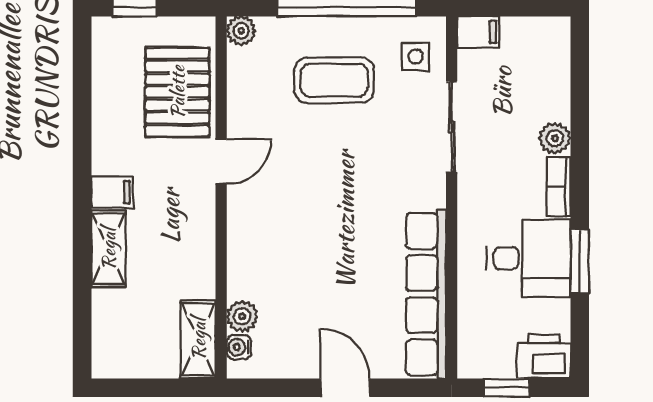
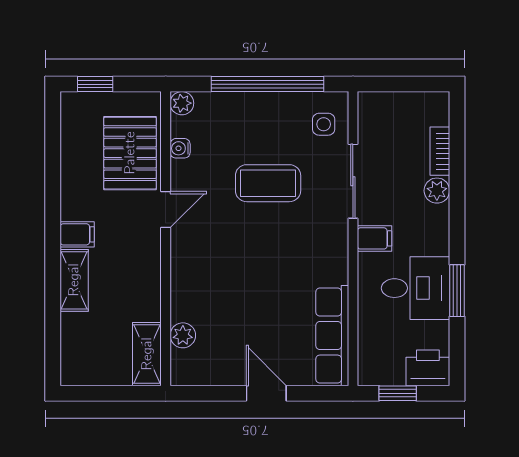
filing cabinet: (478, 32) -> (375, 238), moved
coffee table: (334, 80) -> (268, 183), moved
bookcase: (559, 187) -> (440, 151), moved
row of seats: (426, 294) -> (332, 336), width x0.73
water cooler: (239, 347) -> (180, 148), moved

